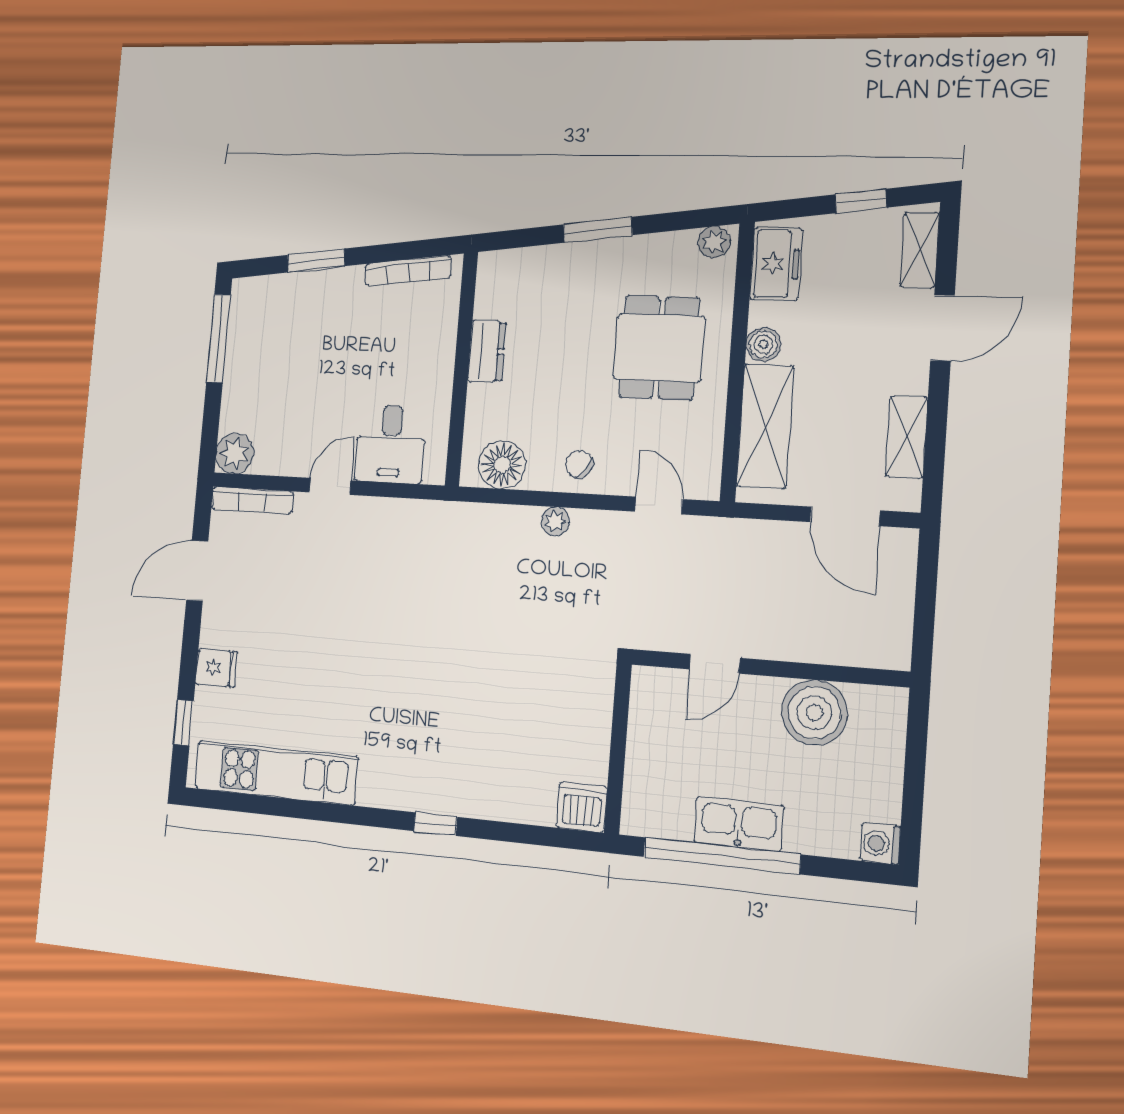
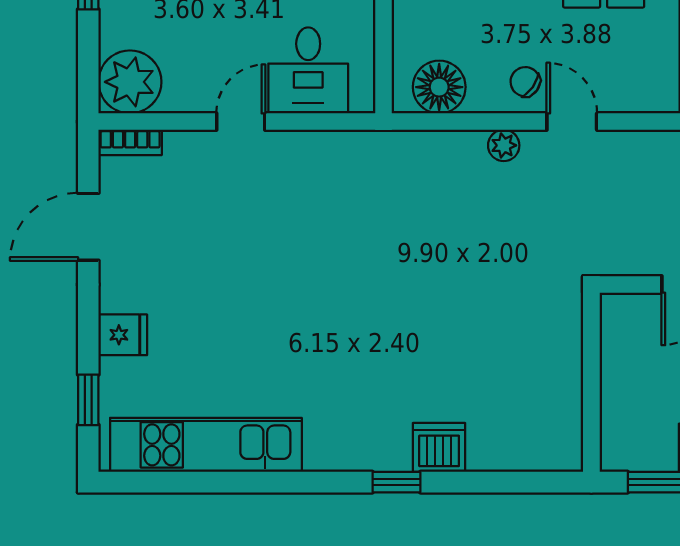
plant: (235, 453) -> (130, 82), width x1.36, depth x1.36
bookcase: (252, 500) -> (130, 142), width x0.64
door: (659, 505) -> (572, 122), moved
dishwasher: (582, 807) -> (439, 447), moved

